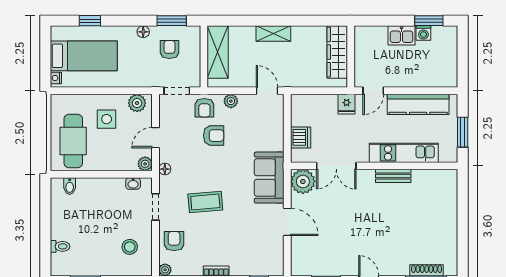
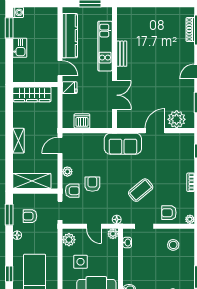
washing machine: (423, 33) -> (18, 12), moved
dishwasher: (301, 137) -> (82, 121), moved
plant: (303, 181) -> (177, 119), moved
coffee table: (205, 202) -> (141, 190), turned 55

